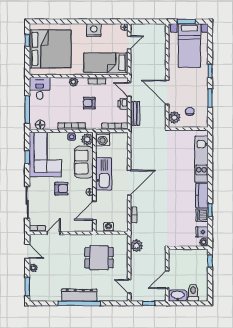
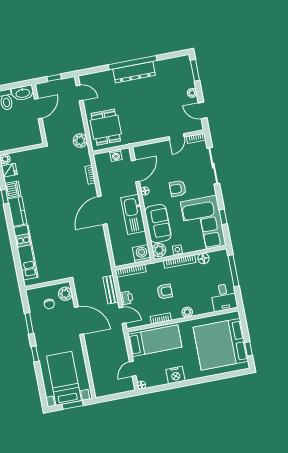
floor lamp: (40, 125) -> (203, 258), moved
dining table: (99, 258) -> (106, 127), moved, turned 90

